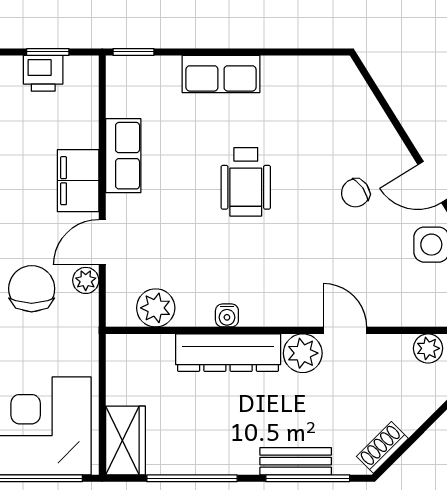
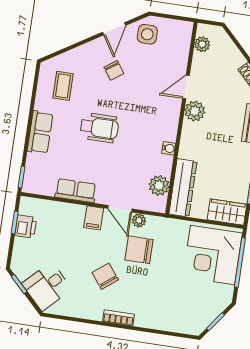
coffee table: (313, 103) -> (63, 86), added
filing cabinet: (78, 181) -> (94, 218), width x0.50
dresser: (228, 353) -> (183, 188), moved

